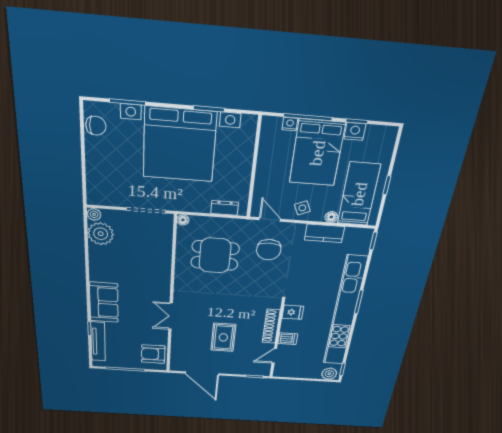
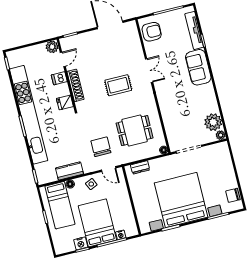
rug: (223, 337) -> (118, 85), moved, turned 90
plant: (329, 374) -> (52, 47), moved

